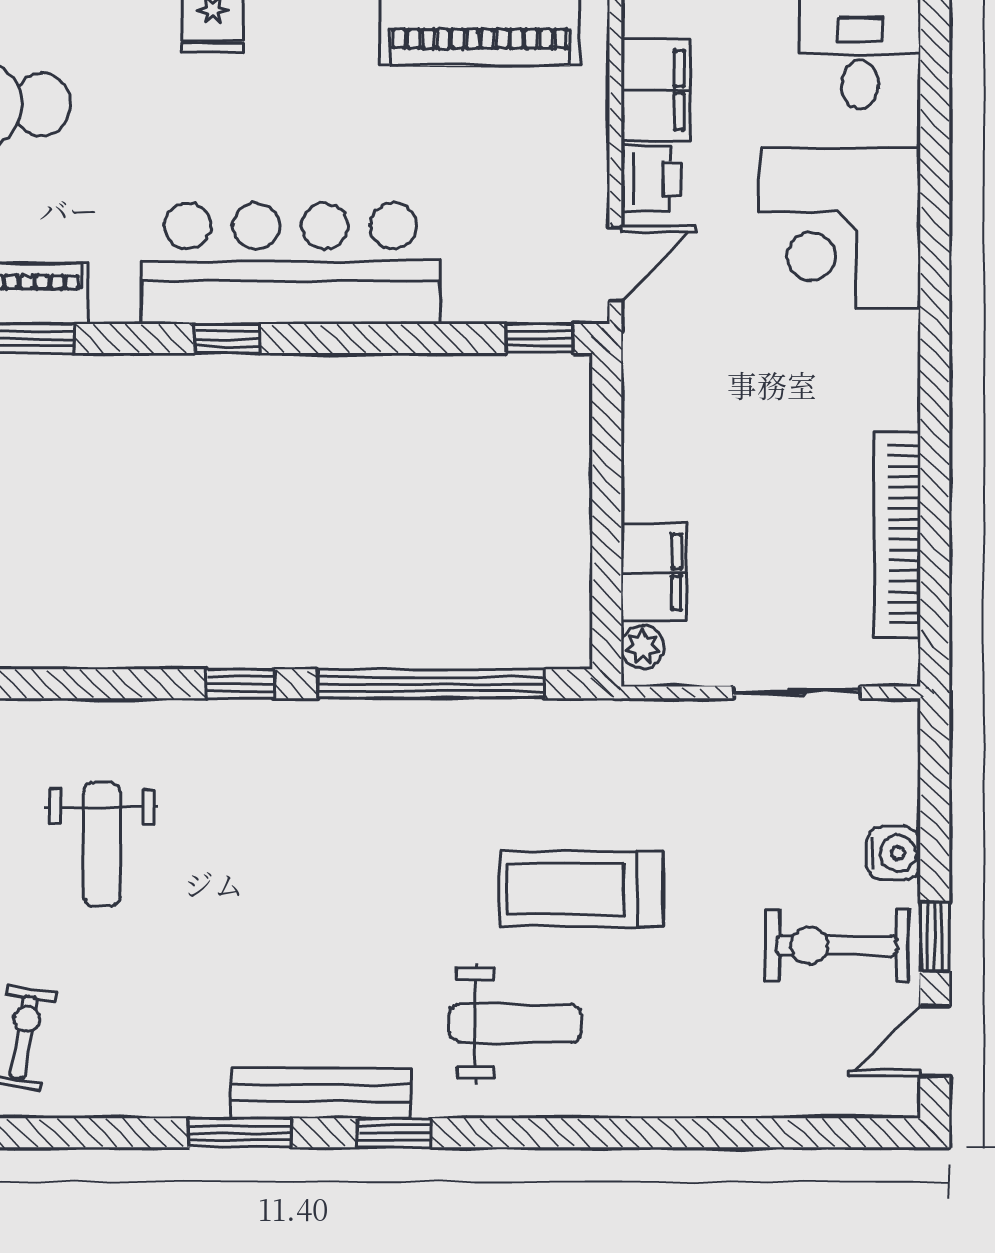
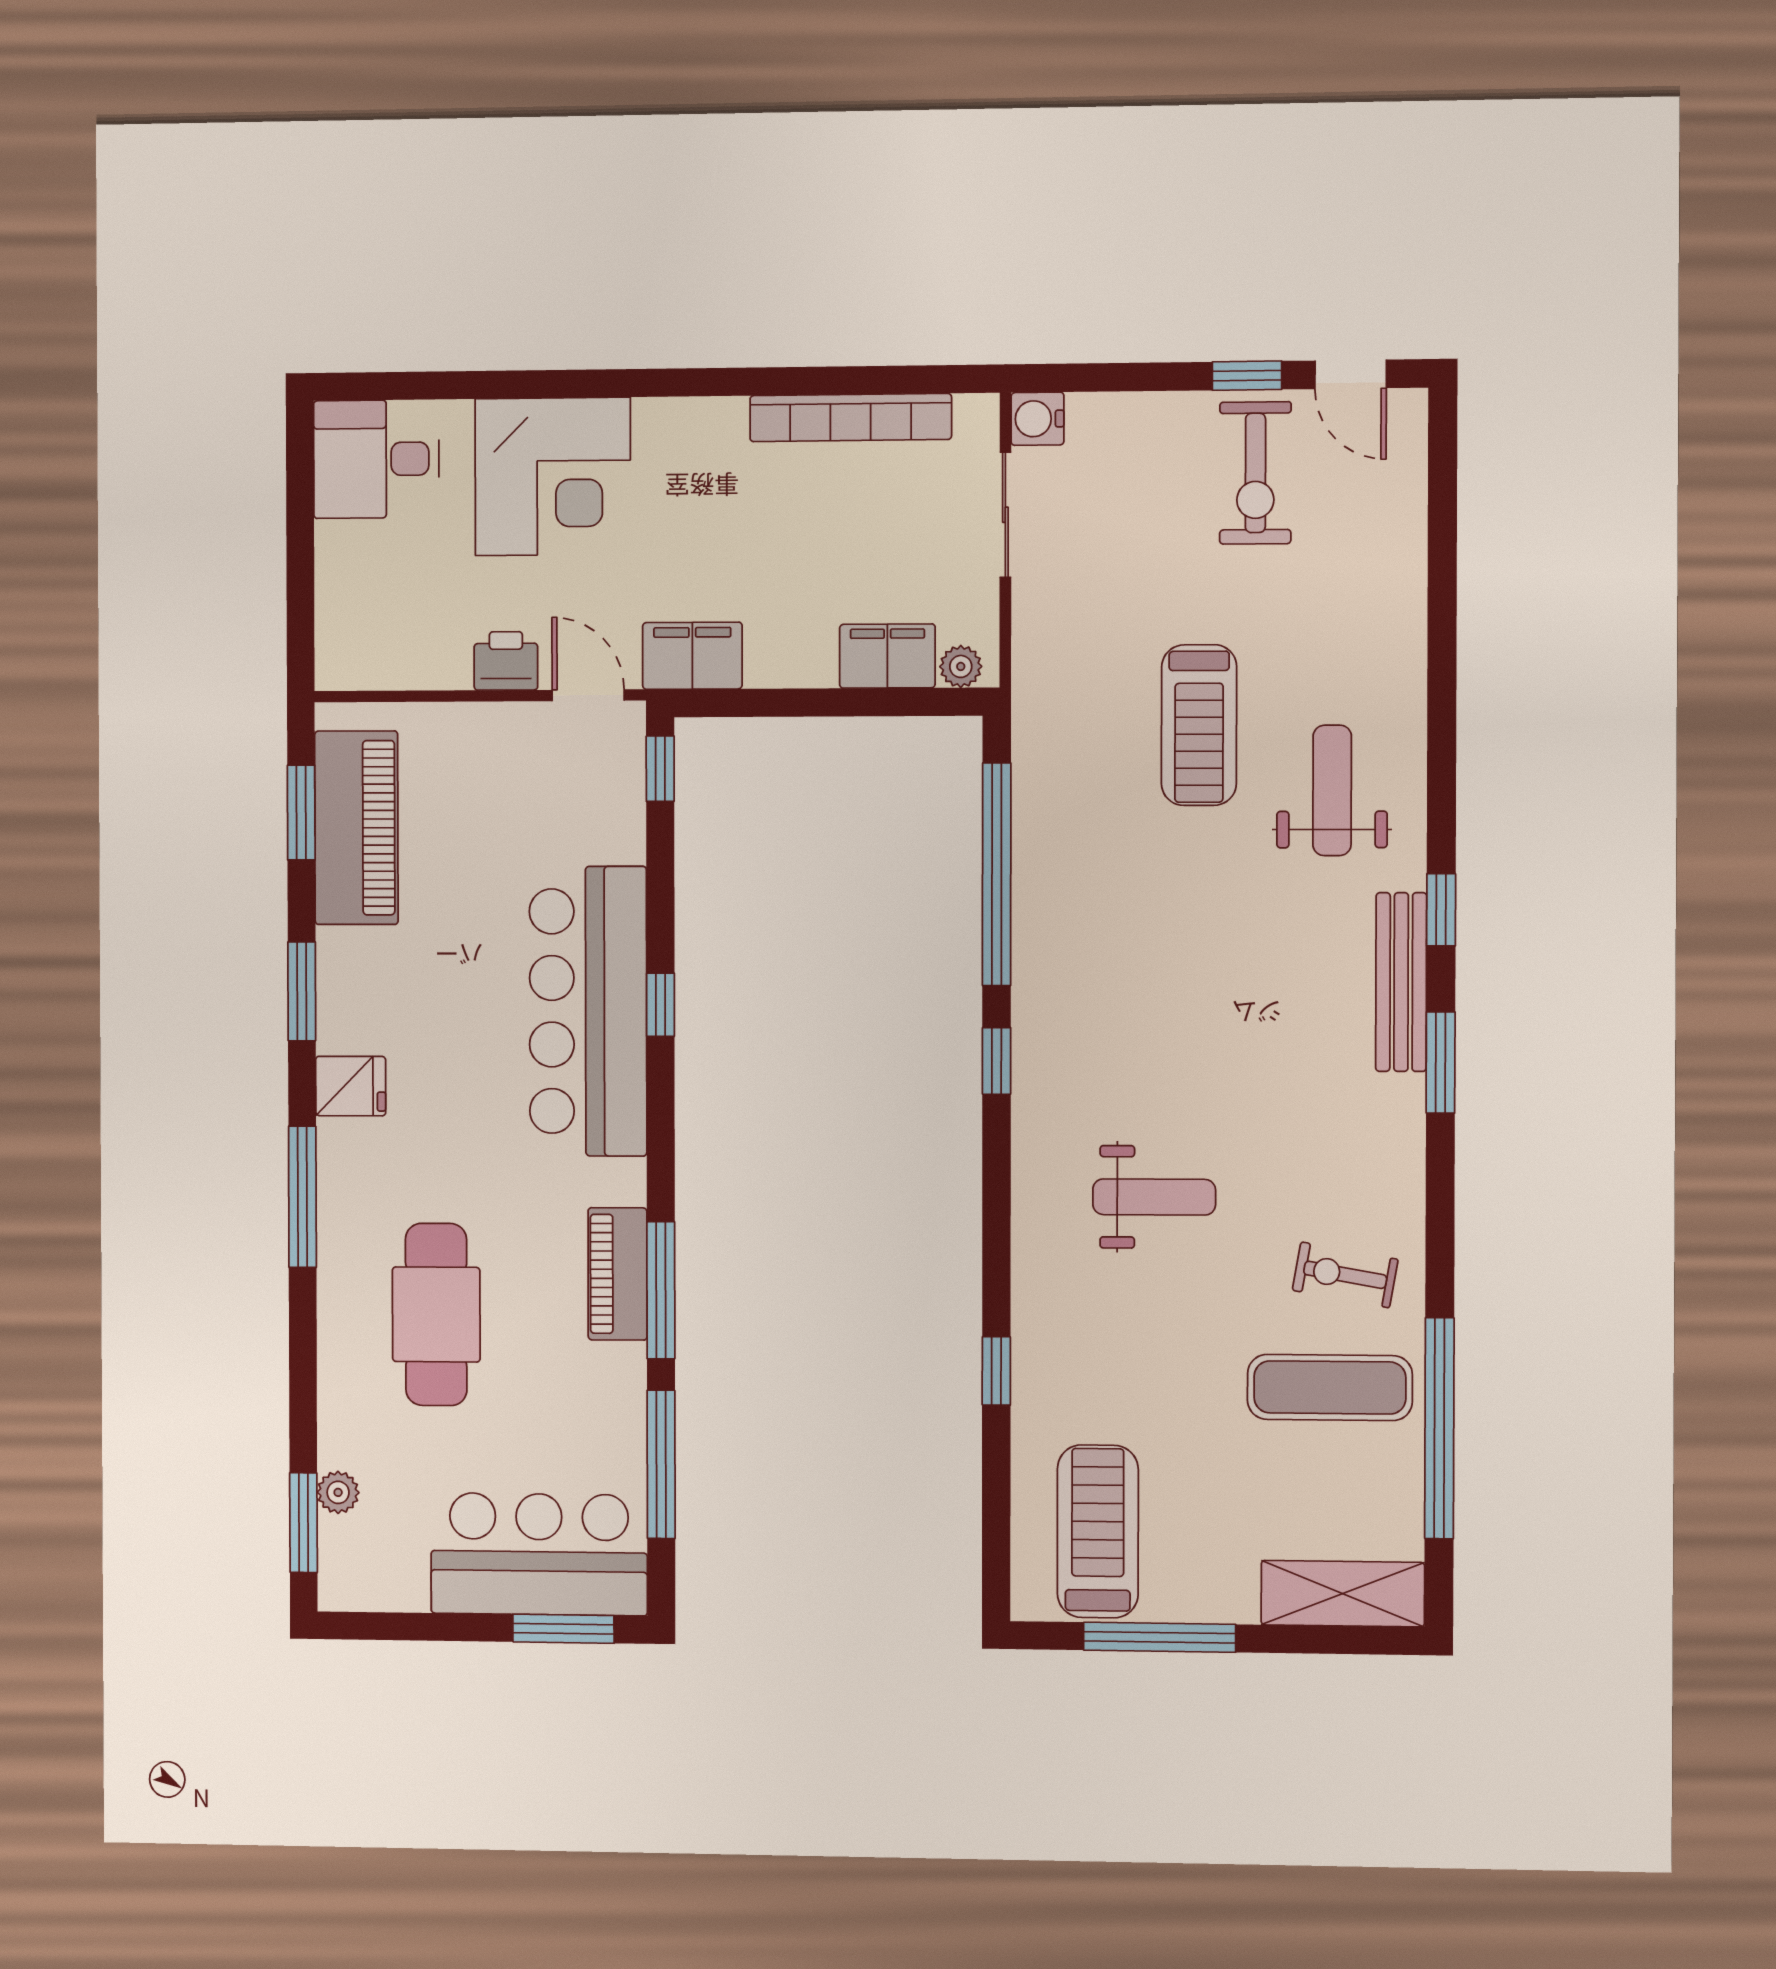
filing cabinet: (655, 90) -> (692, 656), moved
window: (227, 339) -> (661, 1005), moved
water cooler: (894, 853) -> (1037, 419), moved, turned -90

